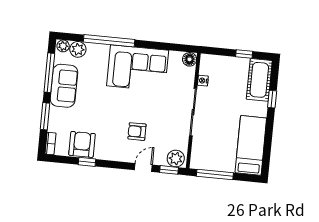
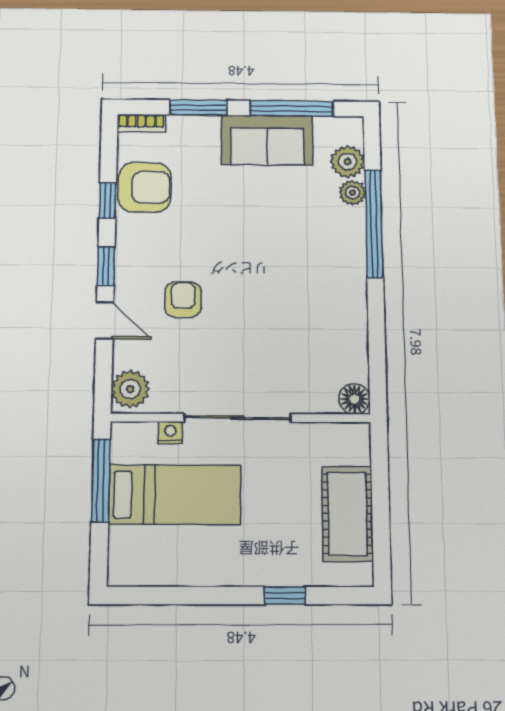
plant: (63, 46) -> (352, 193), moved
window: (244, 54) -> (381, 520), removed
corner sofa: (138, 68) -> (322, 288), removed
cot: (259, 80) -> (347, 514), moved, turned 90
nightstand: (203, 81) -> (170, 433), moved
bed: (251, 145) -> (175, 495), moved
window: (169, 170) -> (106, 266), moved

